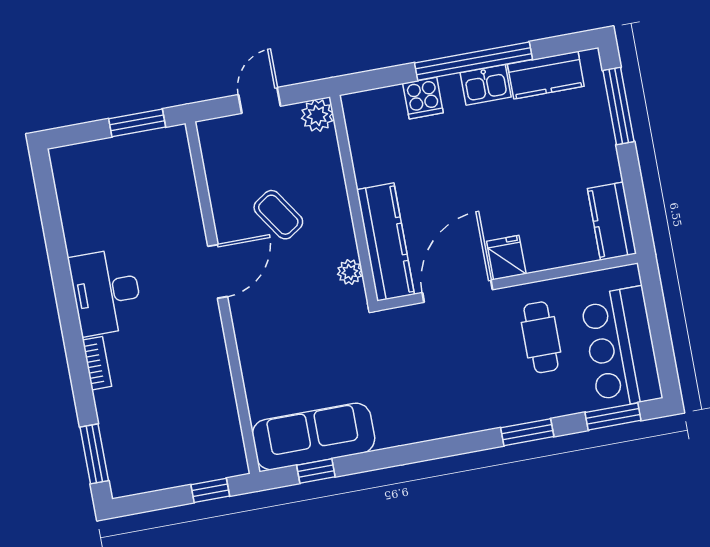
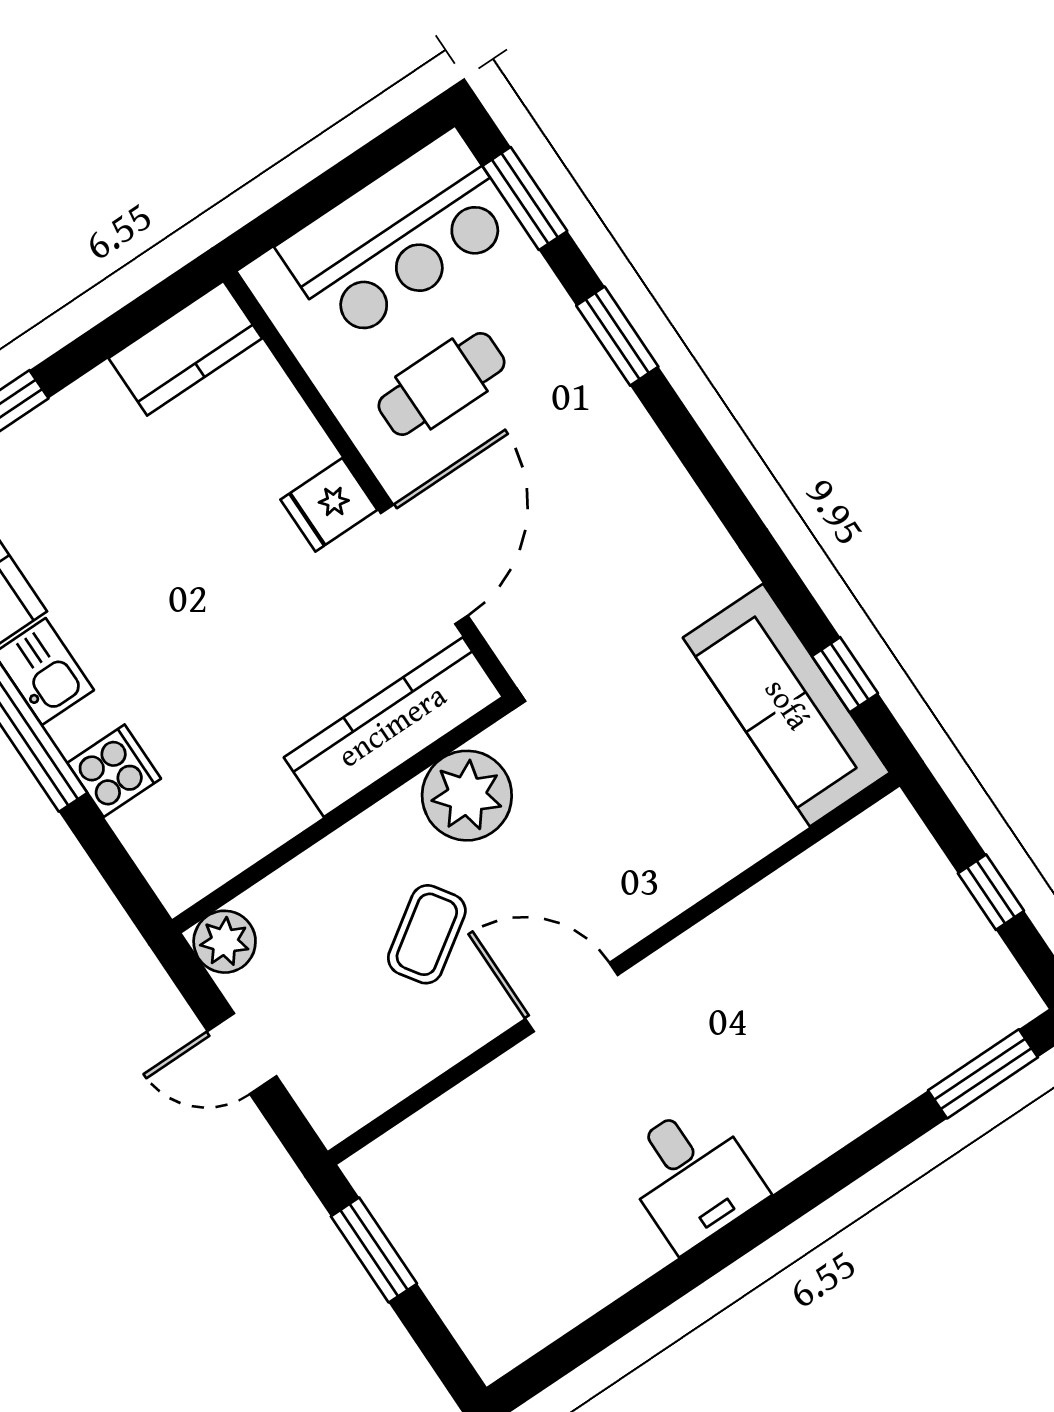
plant: (350, 272) -> (467, 796), width x1.87, depth x1.87
door: (457, 291) -> (424, 564), swing flipped
desk: (106, 292) -> (692, 1176), width x0.73
bookcase: (97, 363) -> (823, 1138), removed
window: (210, 490) -> (991, 892), moved

